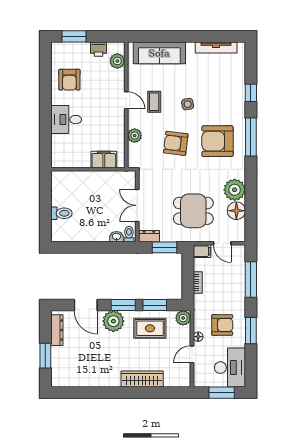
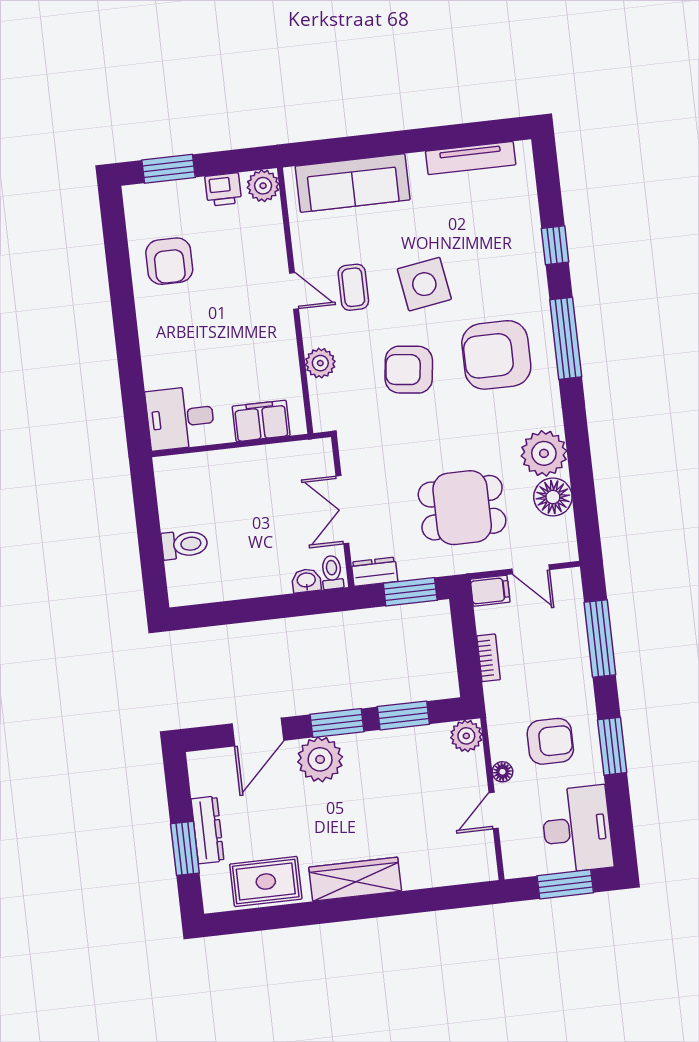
plant: (117, 61) -> (263, 186), moved
side table: (188, 104) -> (424, 284), width x1.87, depth x1.87
desk: (66, 120) -> (180, 418), moved
door: (86, 305) -> (258, 732), hinge flipped
rug: (150, 328) -> (266, 882), moved
dresser: (57, 330) -> (207, 830), moved
wardrobe: (142, 379) -> (355, 879), moved

